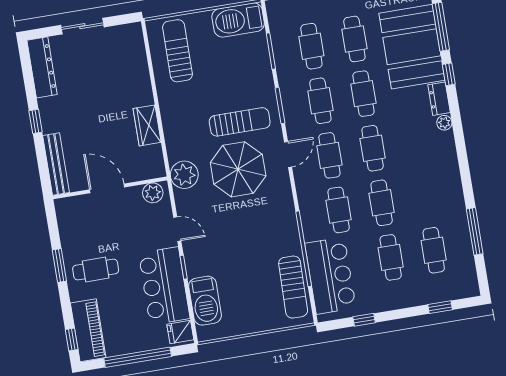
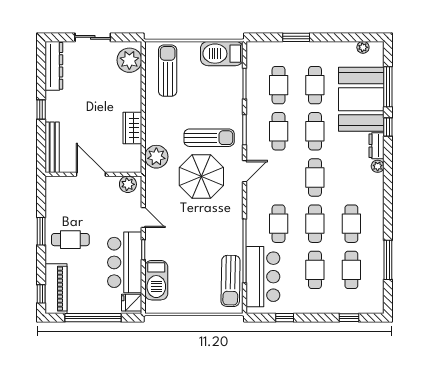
plant: (130, 46) -> (129, 60), added
cafe table: (329, 155) -> (351, 224), moved
plant: (184, 175) -> (156, 157), moved

